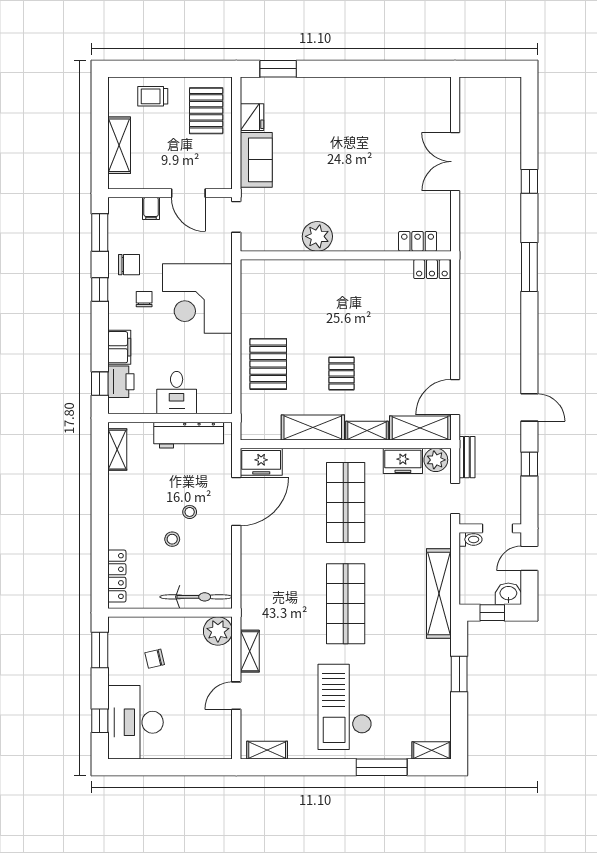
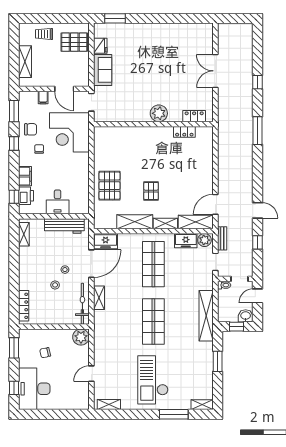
pallet: (206, 111) -> (74, 42), turned 90
plant: (317, 236) -> (159, 113), moved
locker: (432, 269) -> (184, 132), moved
corner desk: (197, 299) -> (69, 132), moved
bicycle: (196, 597) -> (82, 304), moved, turned -90
shelving: (250, 651) -> (99, 298), moved

